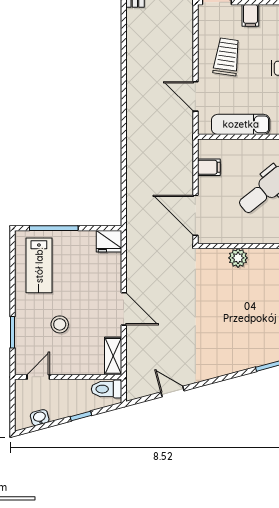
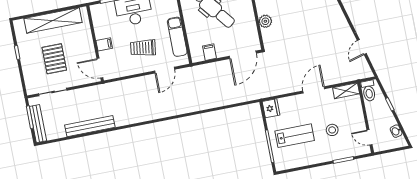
trolley: (227, 57) -> (143, 48), moved
lab bench: (39, 265) -> (295, 136), moved

